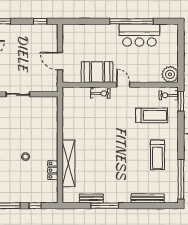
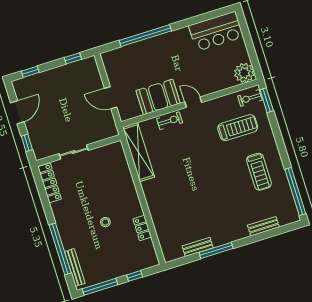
window: (131, 21) -> (145, 36), moved
bar counter: (139, 35) -> (216, 31), moved
shelving: (68, 163) -> (139, 152), moved
bench: (148, 198) -> (263, 226), width x0.73

